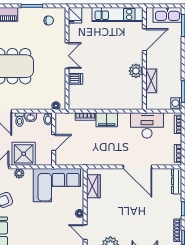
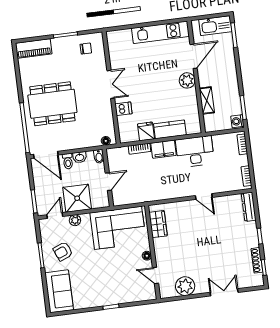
fridge: (75, 15) -> (146, 131), moved, turned 180
plant: (136, 71) -> (187, 80), moved
kitchen counter: (115, 103) -> (170, 129), added
desk: (147, 125) -> (195, 151), moved
door: (138, 167) -> (204, 196), width x0.53

